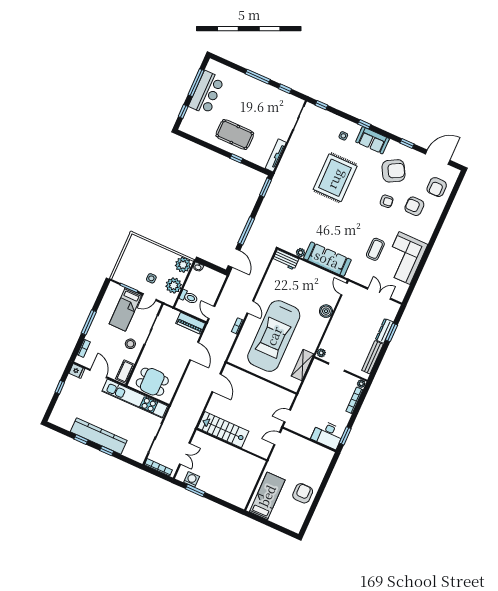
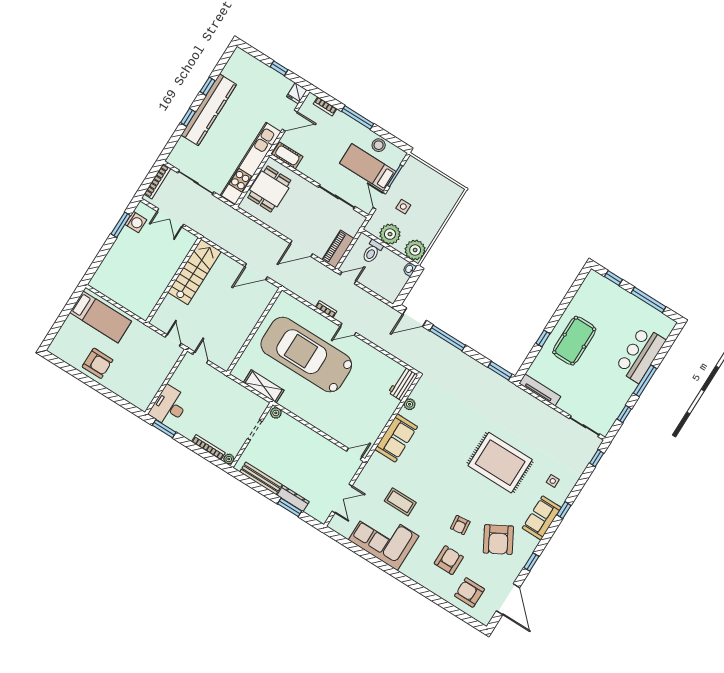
bar counter: (206, 93) -> (640, 354), moved, turned 90
sofa: (327, 259) -> (396, 438), width x0.73
boiler: (326, 311) -> (329, 427), removed
stool: (130, 344) -> (379, 145), moved

